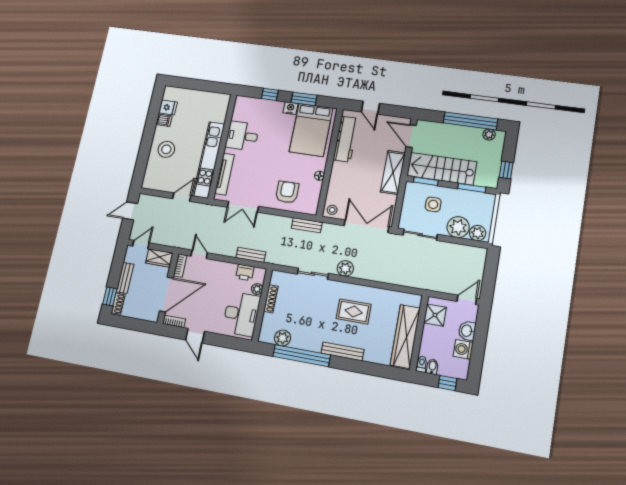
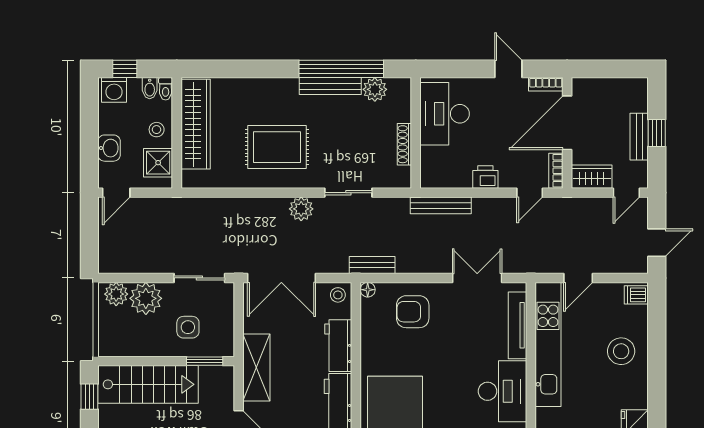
dishwasher: (164, 120) -> (636, 295), moved
desk: (242, 136) -> (502, 391), width x1.37
stairs: (442, 169) -> (148, 384), moved
floor lamp: (319, 176) -> (368, 290), moved
workbench: (338, 178) -> (338, 346), added
window: (472, 188) -> (135, 361), removed
armchair: (287, 192) -> (413, 312), turned 90
door: (199, 254) -> (530, 193), hinge flipped
bench: (251, 255) -> (441, 205), width x1.36
printer: (245, 272) -> (485, 177), moved
plant: (257, 289) -> (428, 155), removed
window: (110, 296) -> (657, 133), moved
shoe rack: (118, 304) -> (641, 96), removed
rug: (354, 311) -> (277, 147), width x1.36, depth x1.43
stool: (432, 338) -> (157, 130), added
washing machine: (463, 349) -> (114, 90), moved, turned 90
bench: (342, 351) -> (330, 86), moved

